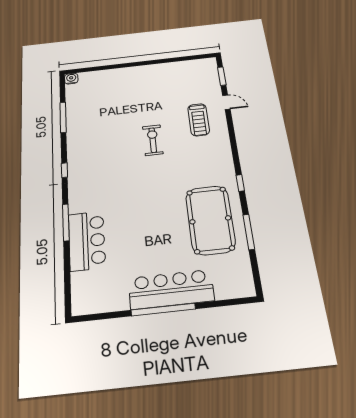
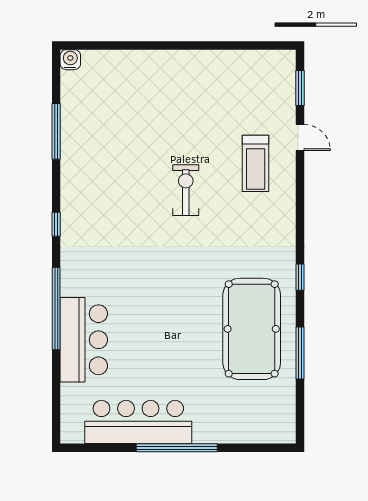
window: (66, 222) -> (56, 309), width x1.46
bar counter: (171, 289) -> (138, 422), moved

